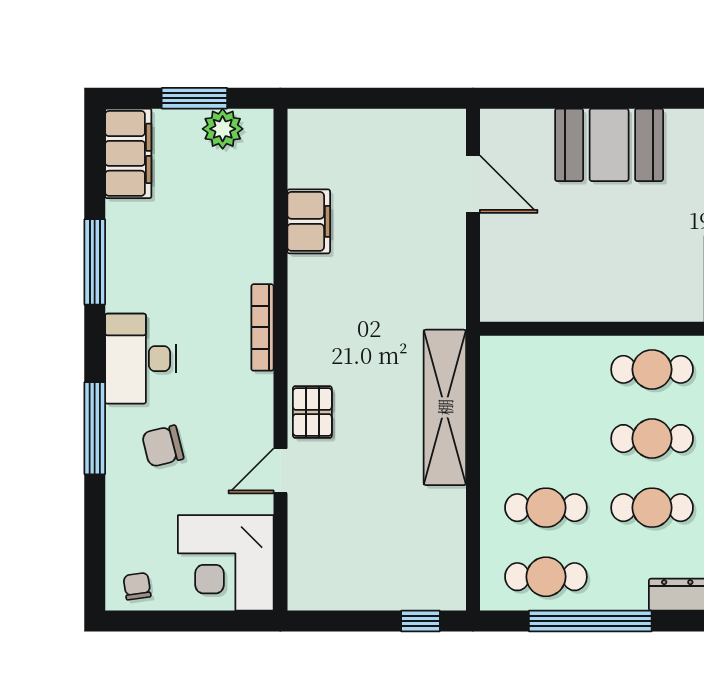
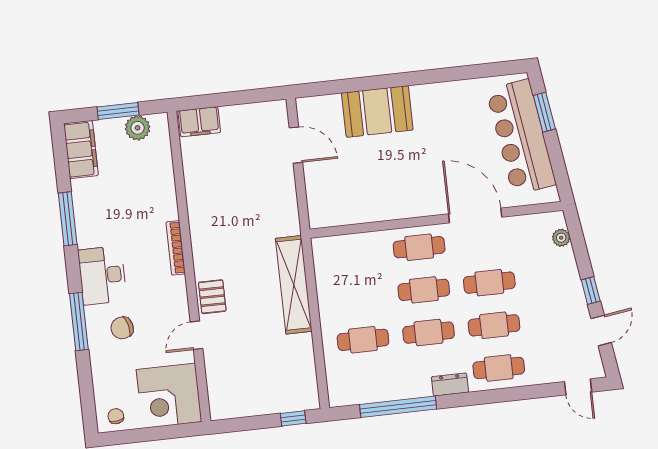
filing cabinet: (309, 221) -> (199, 122), moved, turned 90
cafe table: (546, 577) -> (368, 382), removed

